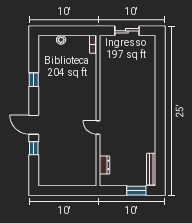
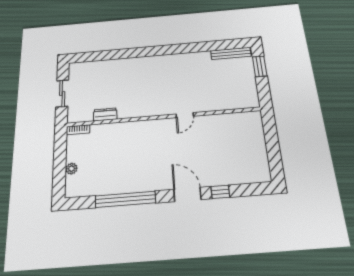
window: (34, 80) -> (125, 199), width x3.17
door: (34, 125) -> (187, 194), swing flipped
dresser: (105, 165) -> (105, 115), moved

